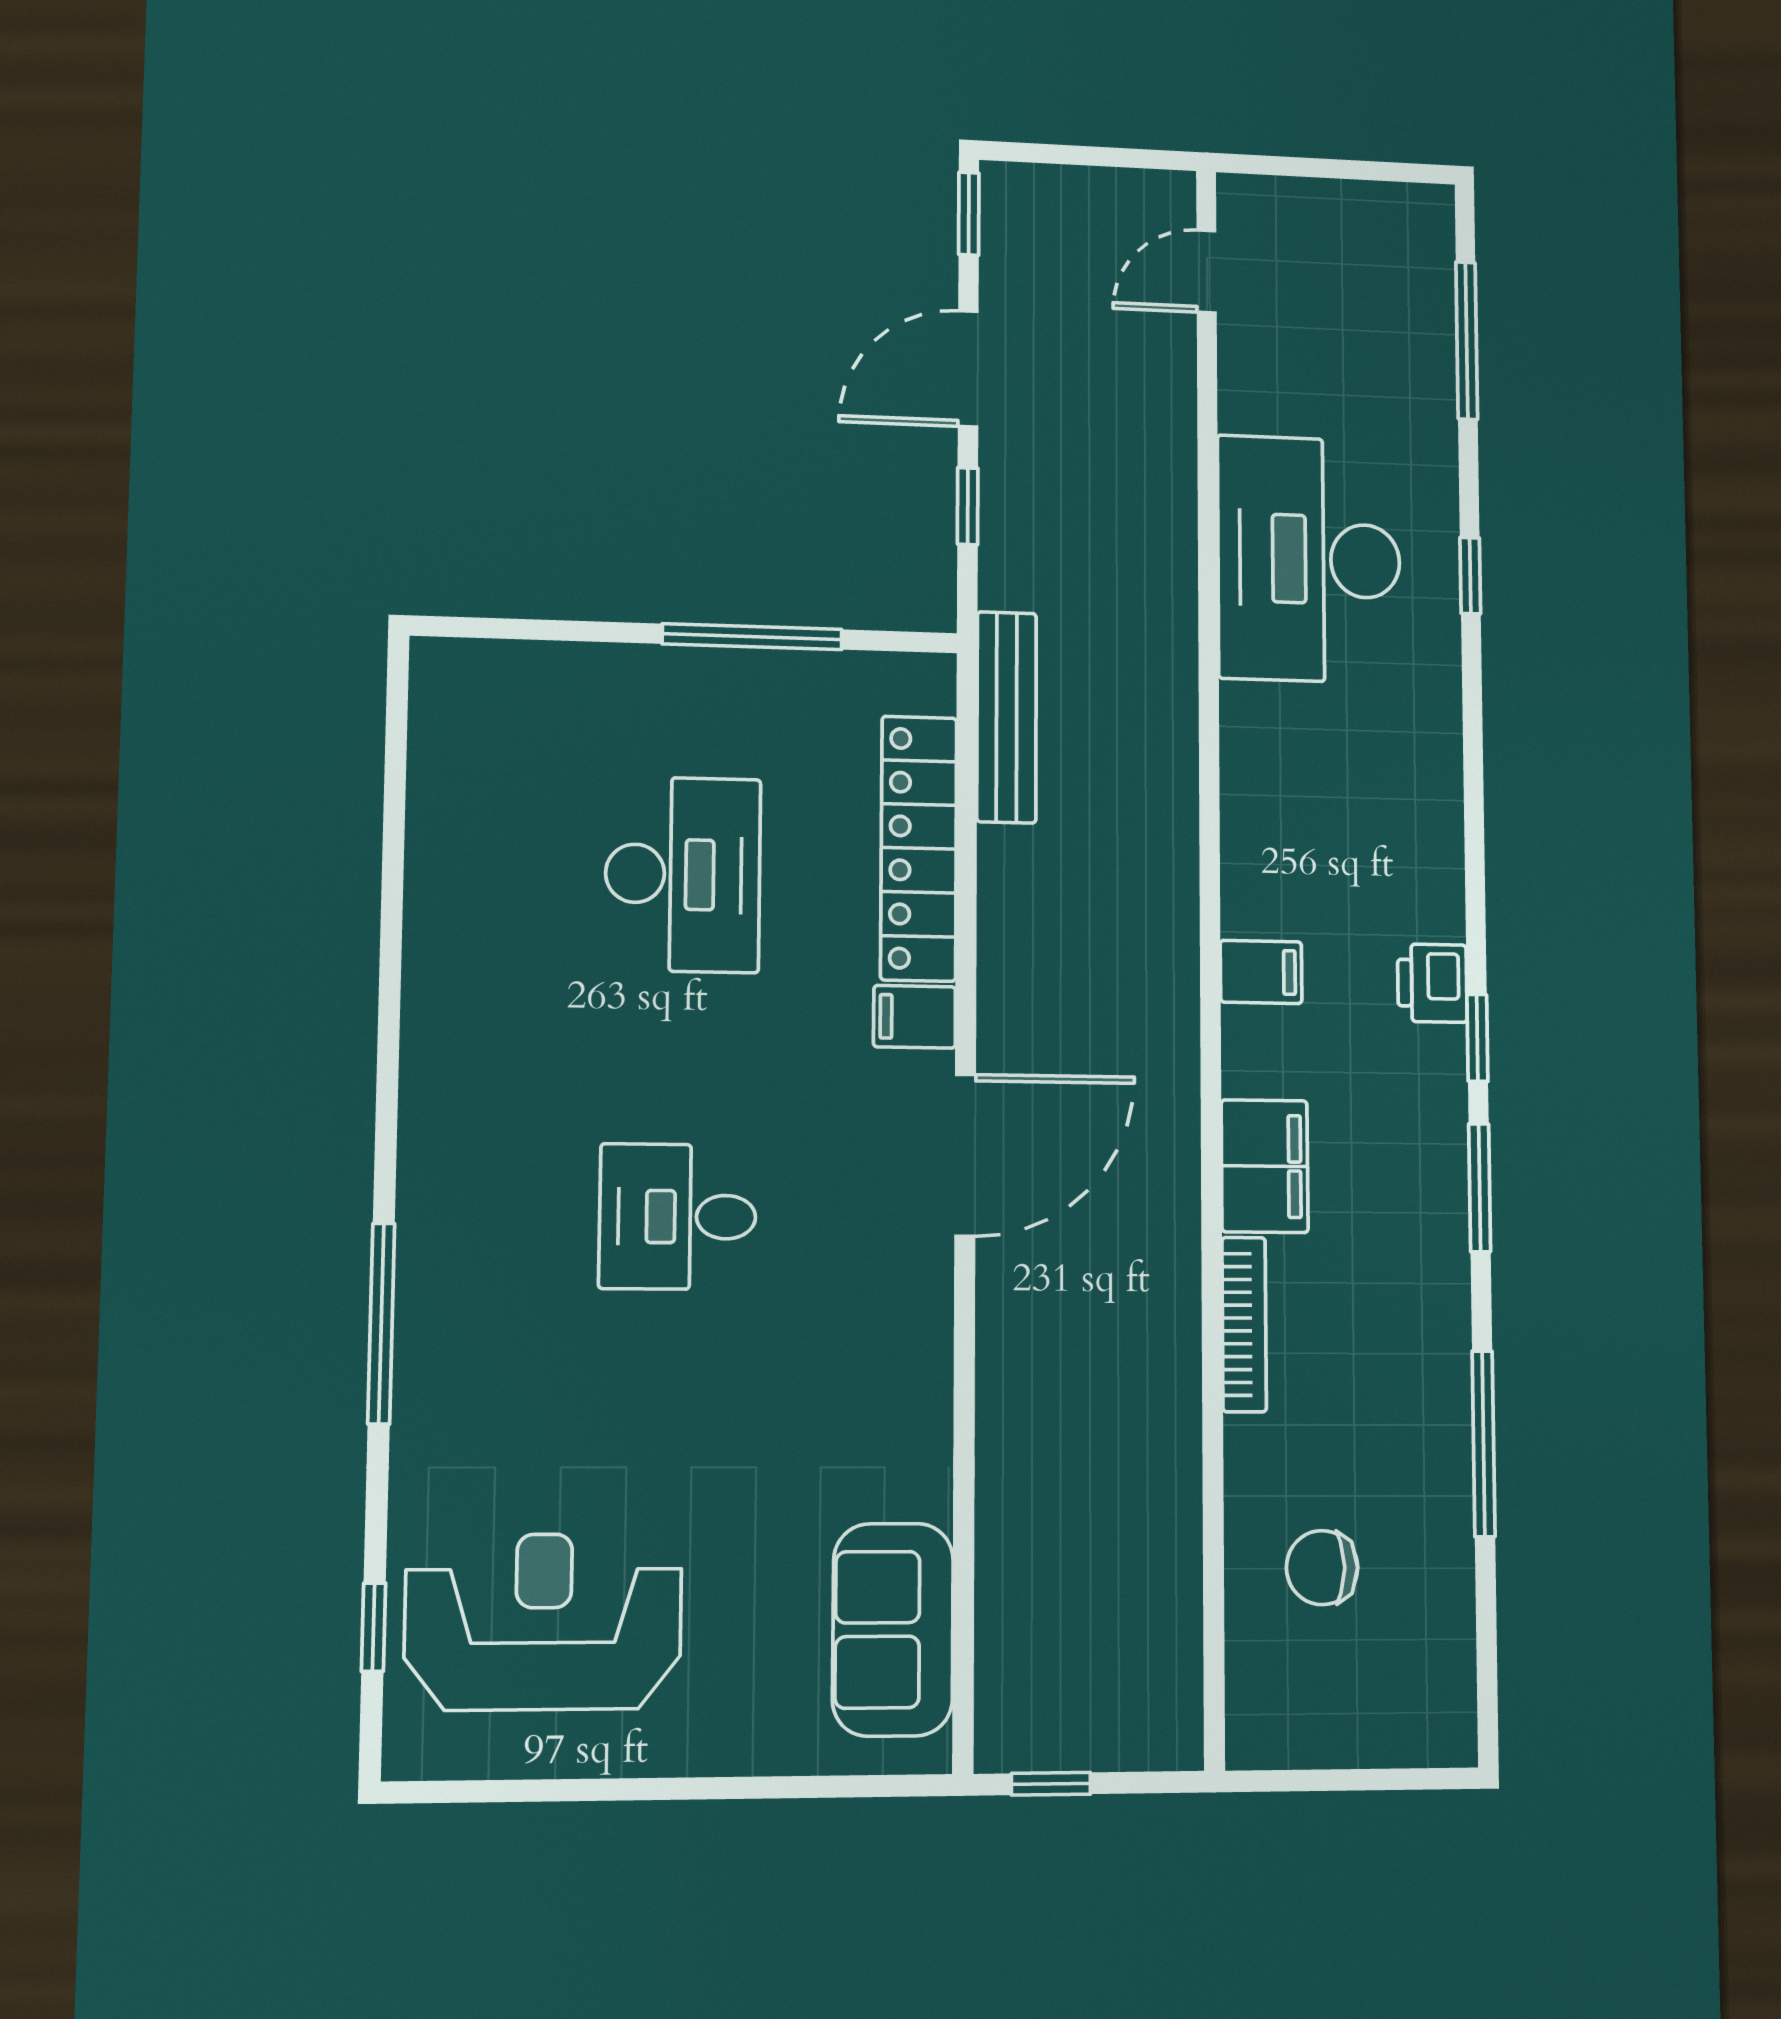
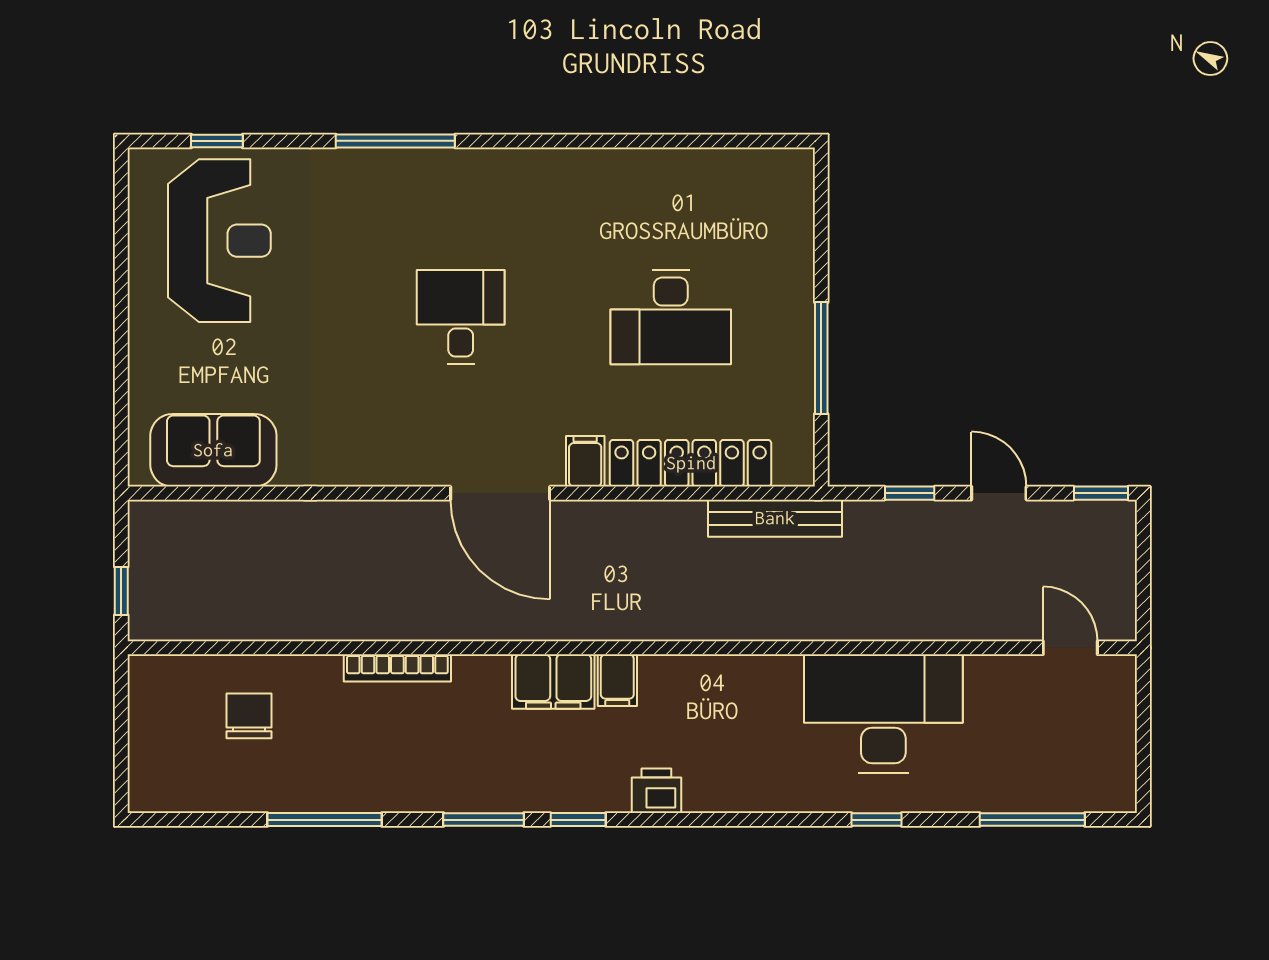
door: (968, 369) -> (999, 493), width x0.73
printer: (1432, 983) -> (656, 791), moved
filing cabinet: (1265, 1166) -> (553, 682), moved
window: (1051, 1784) -> (121, 591), moved

